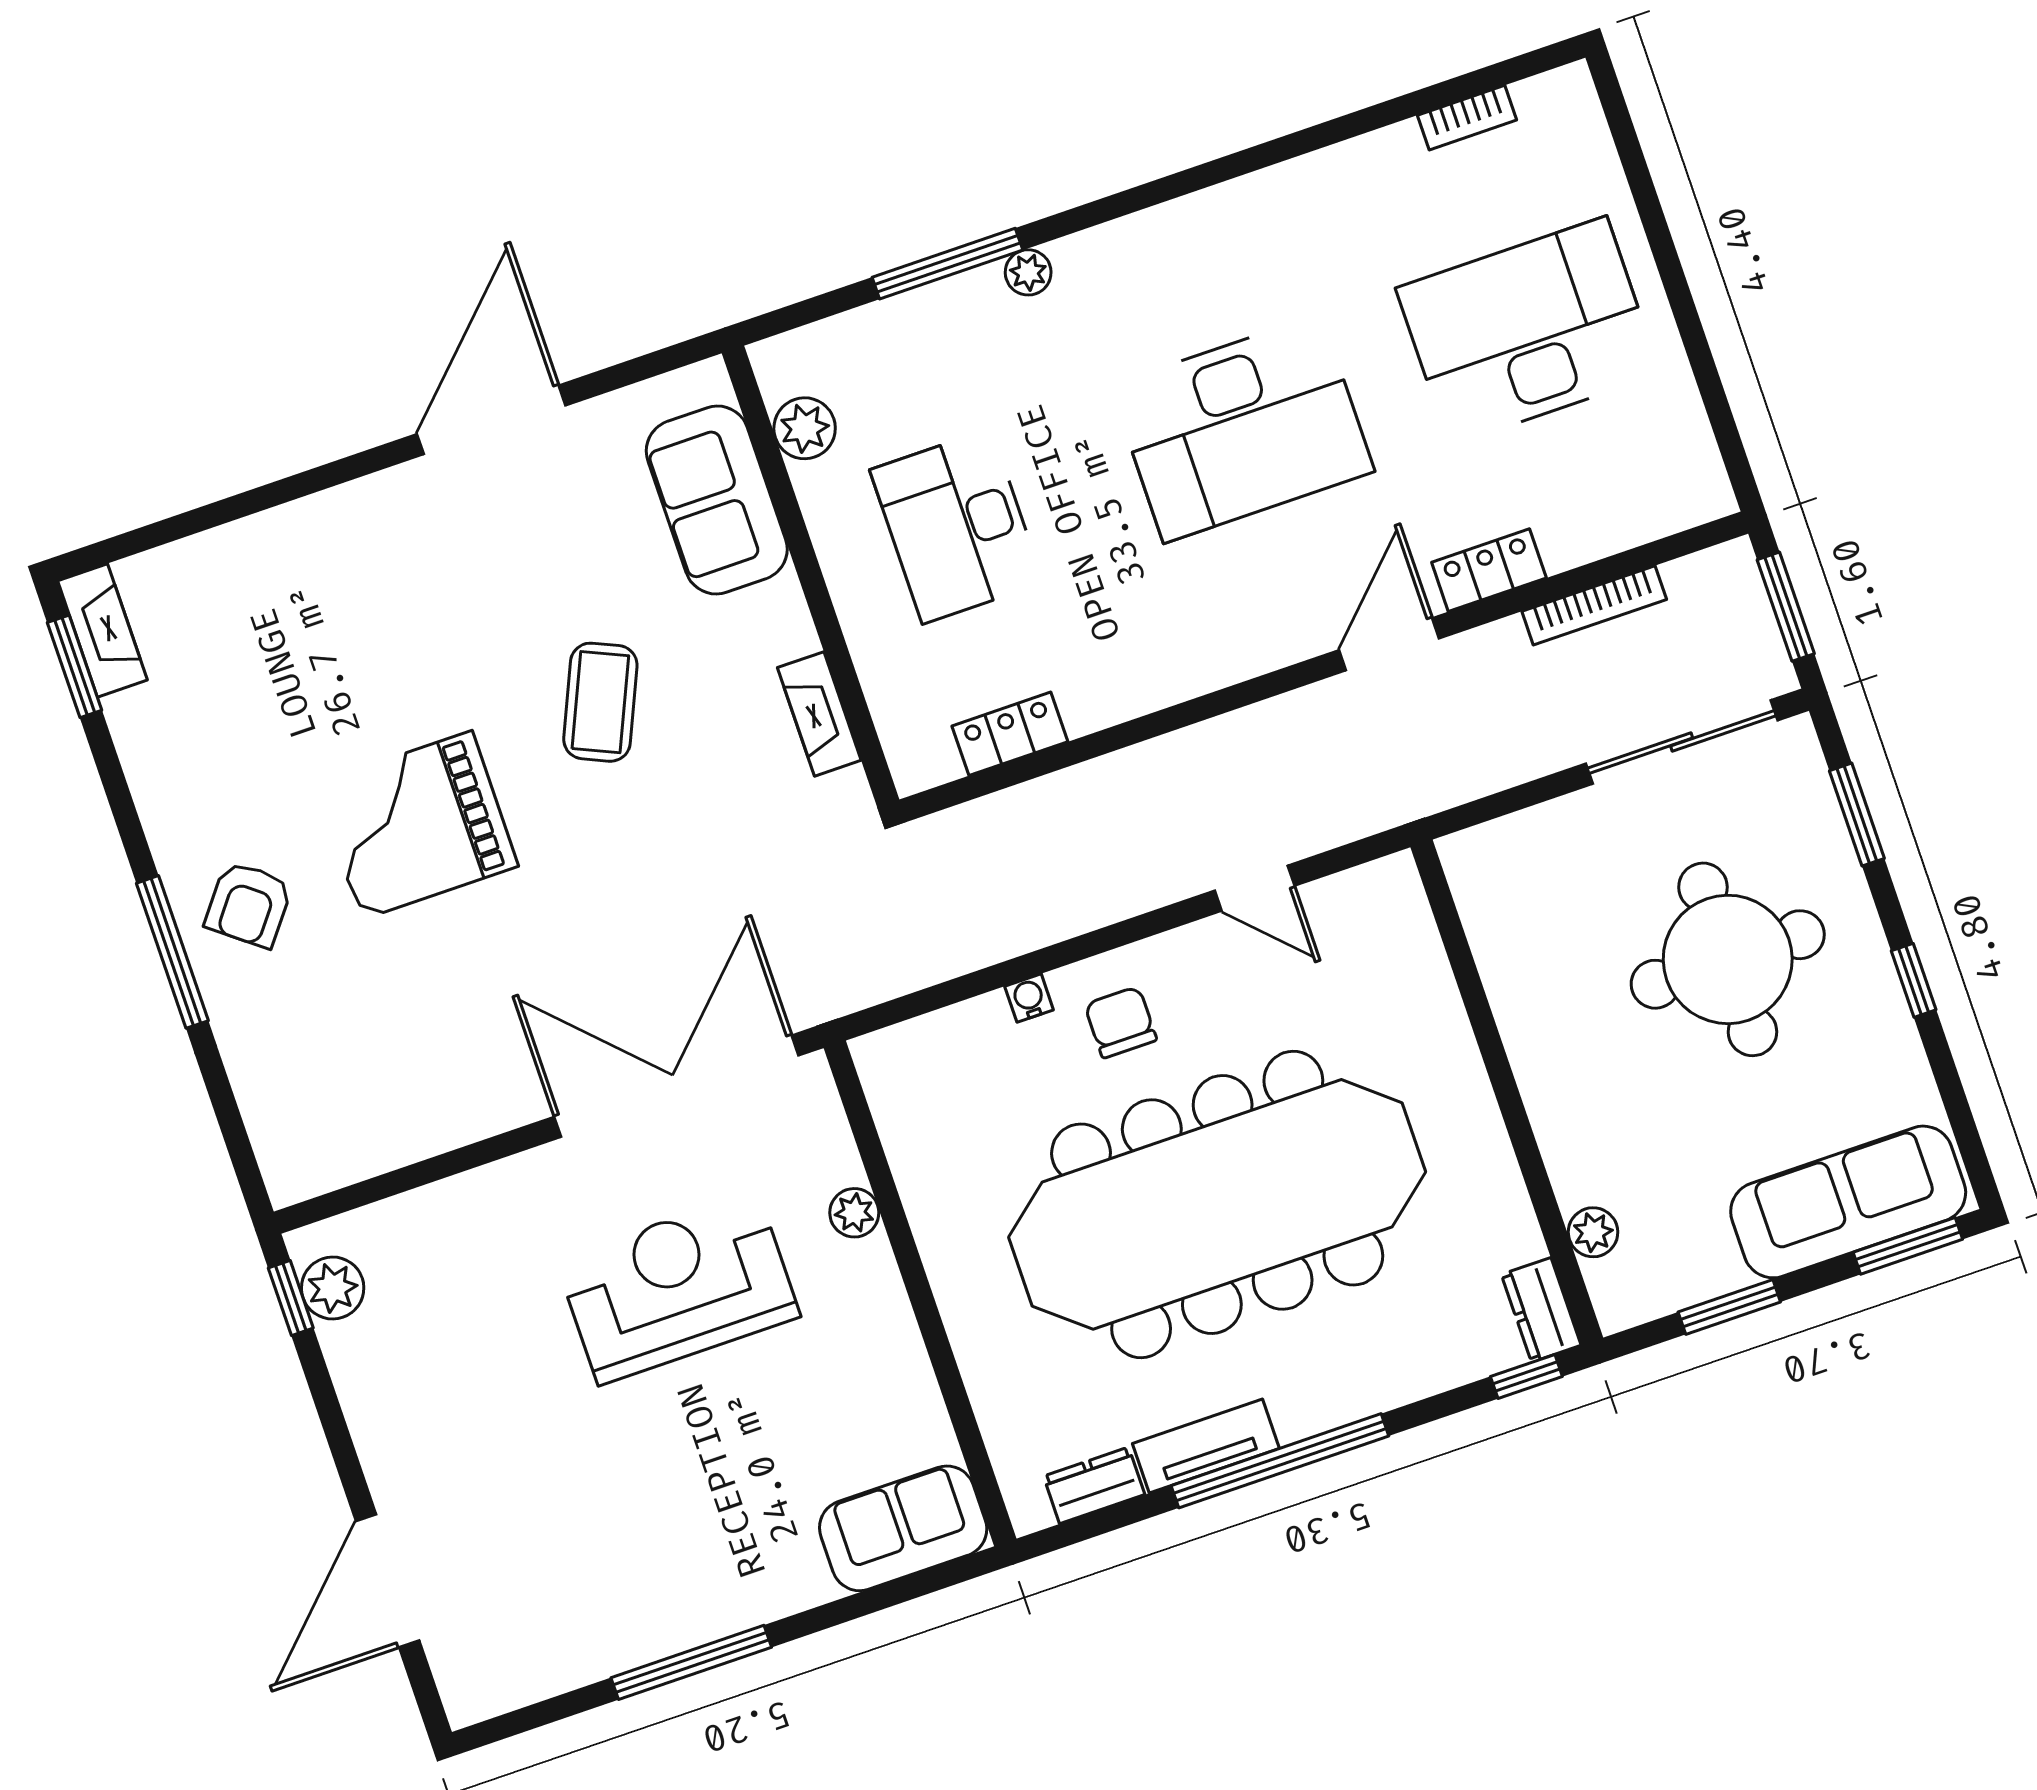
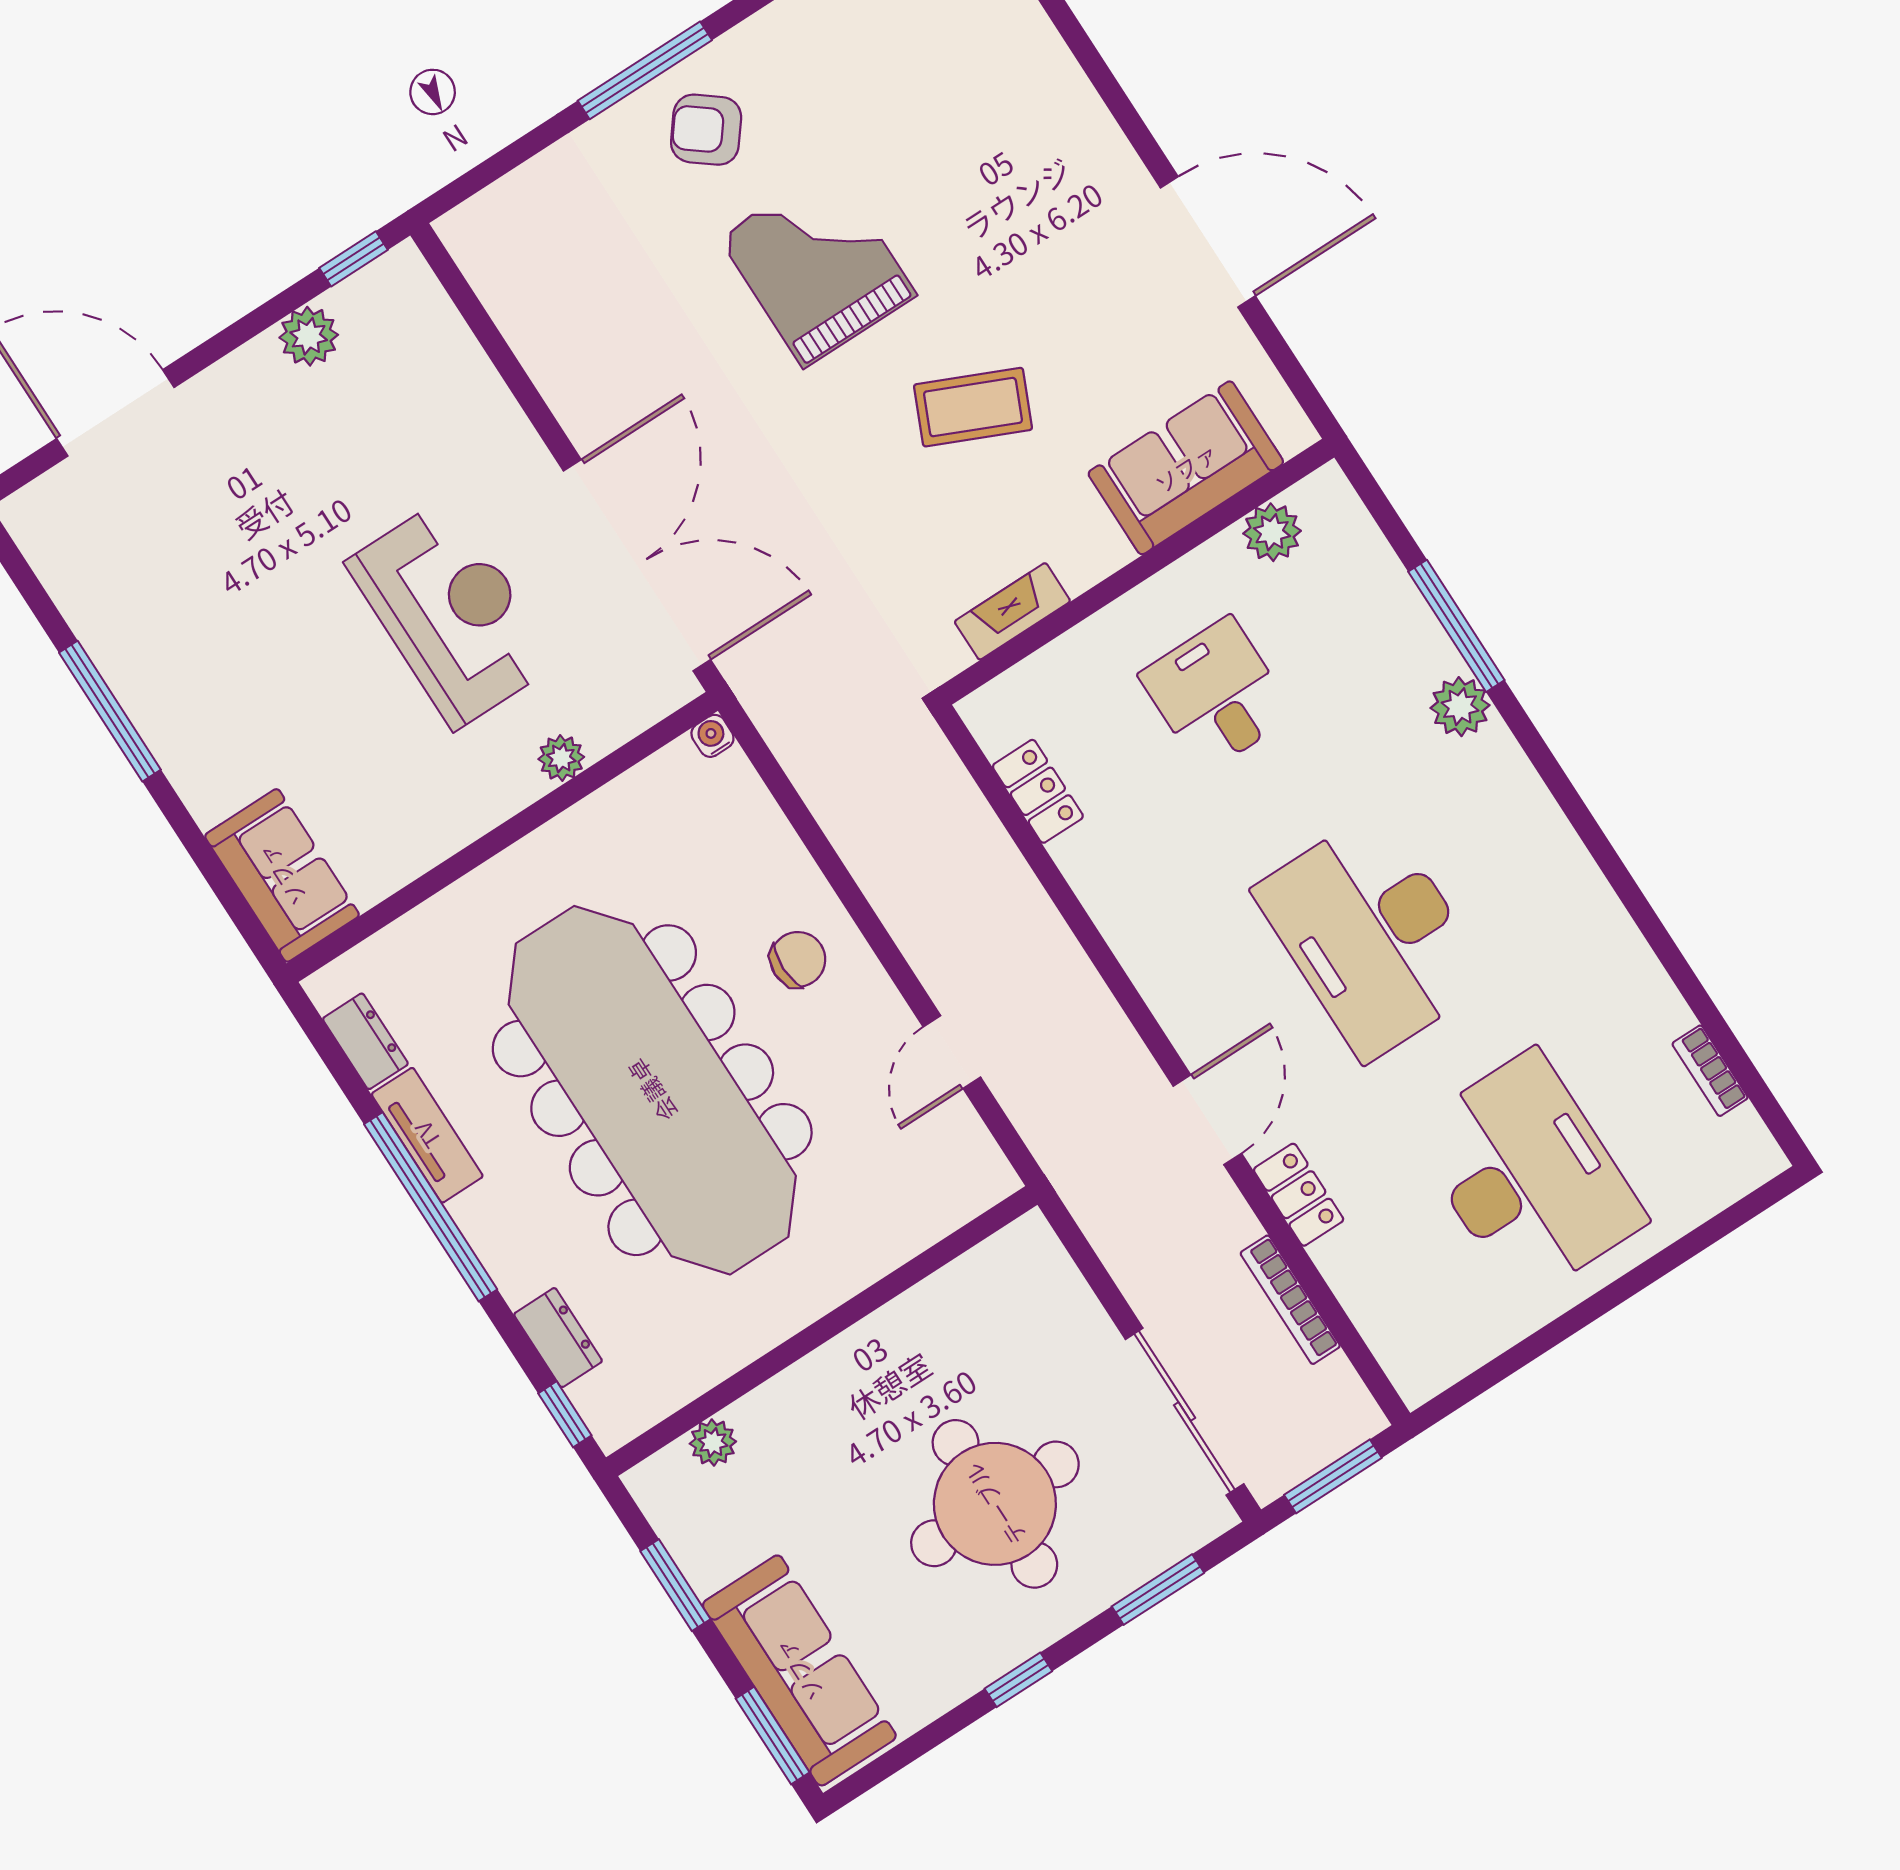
plant: (1028, 272) -> (1460, 707), width x1.38, depth x1.38
desk: (957, 526) -> (1217, 695), width x0.73
door: (1389, 644) -> (1207, 1120), hinge flipped
water cooler: (1029, 998) -> (712, 736), moved, turned -90
plant: (333, 1288) -> (309, 336), moved
dresser: (1541, 1310) -> (558, 1338), moved, turned 90

